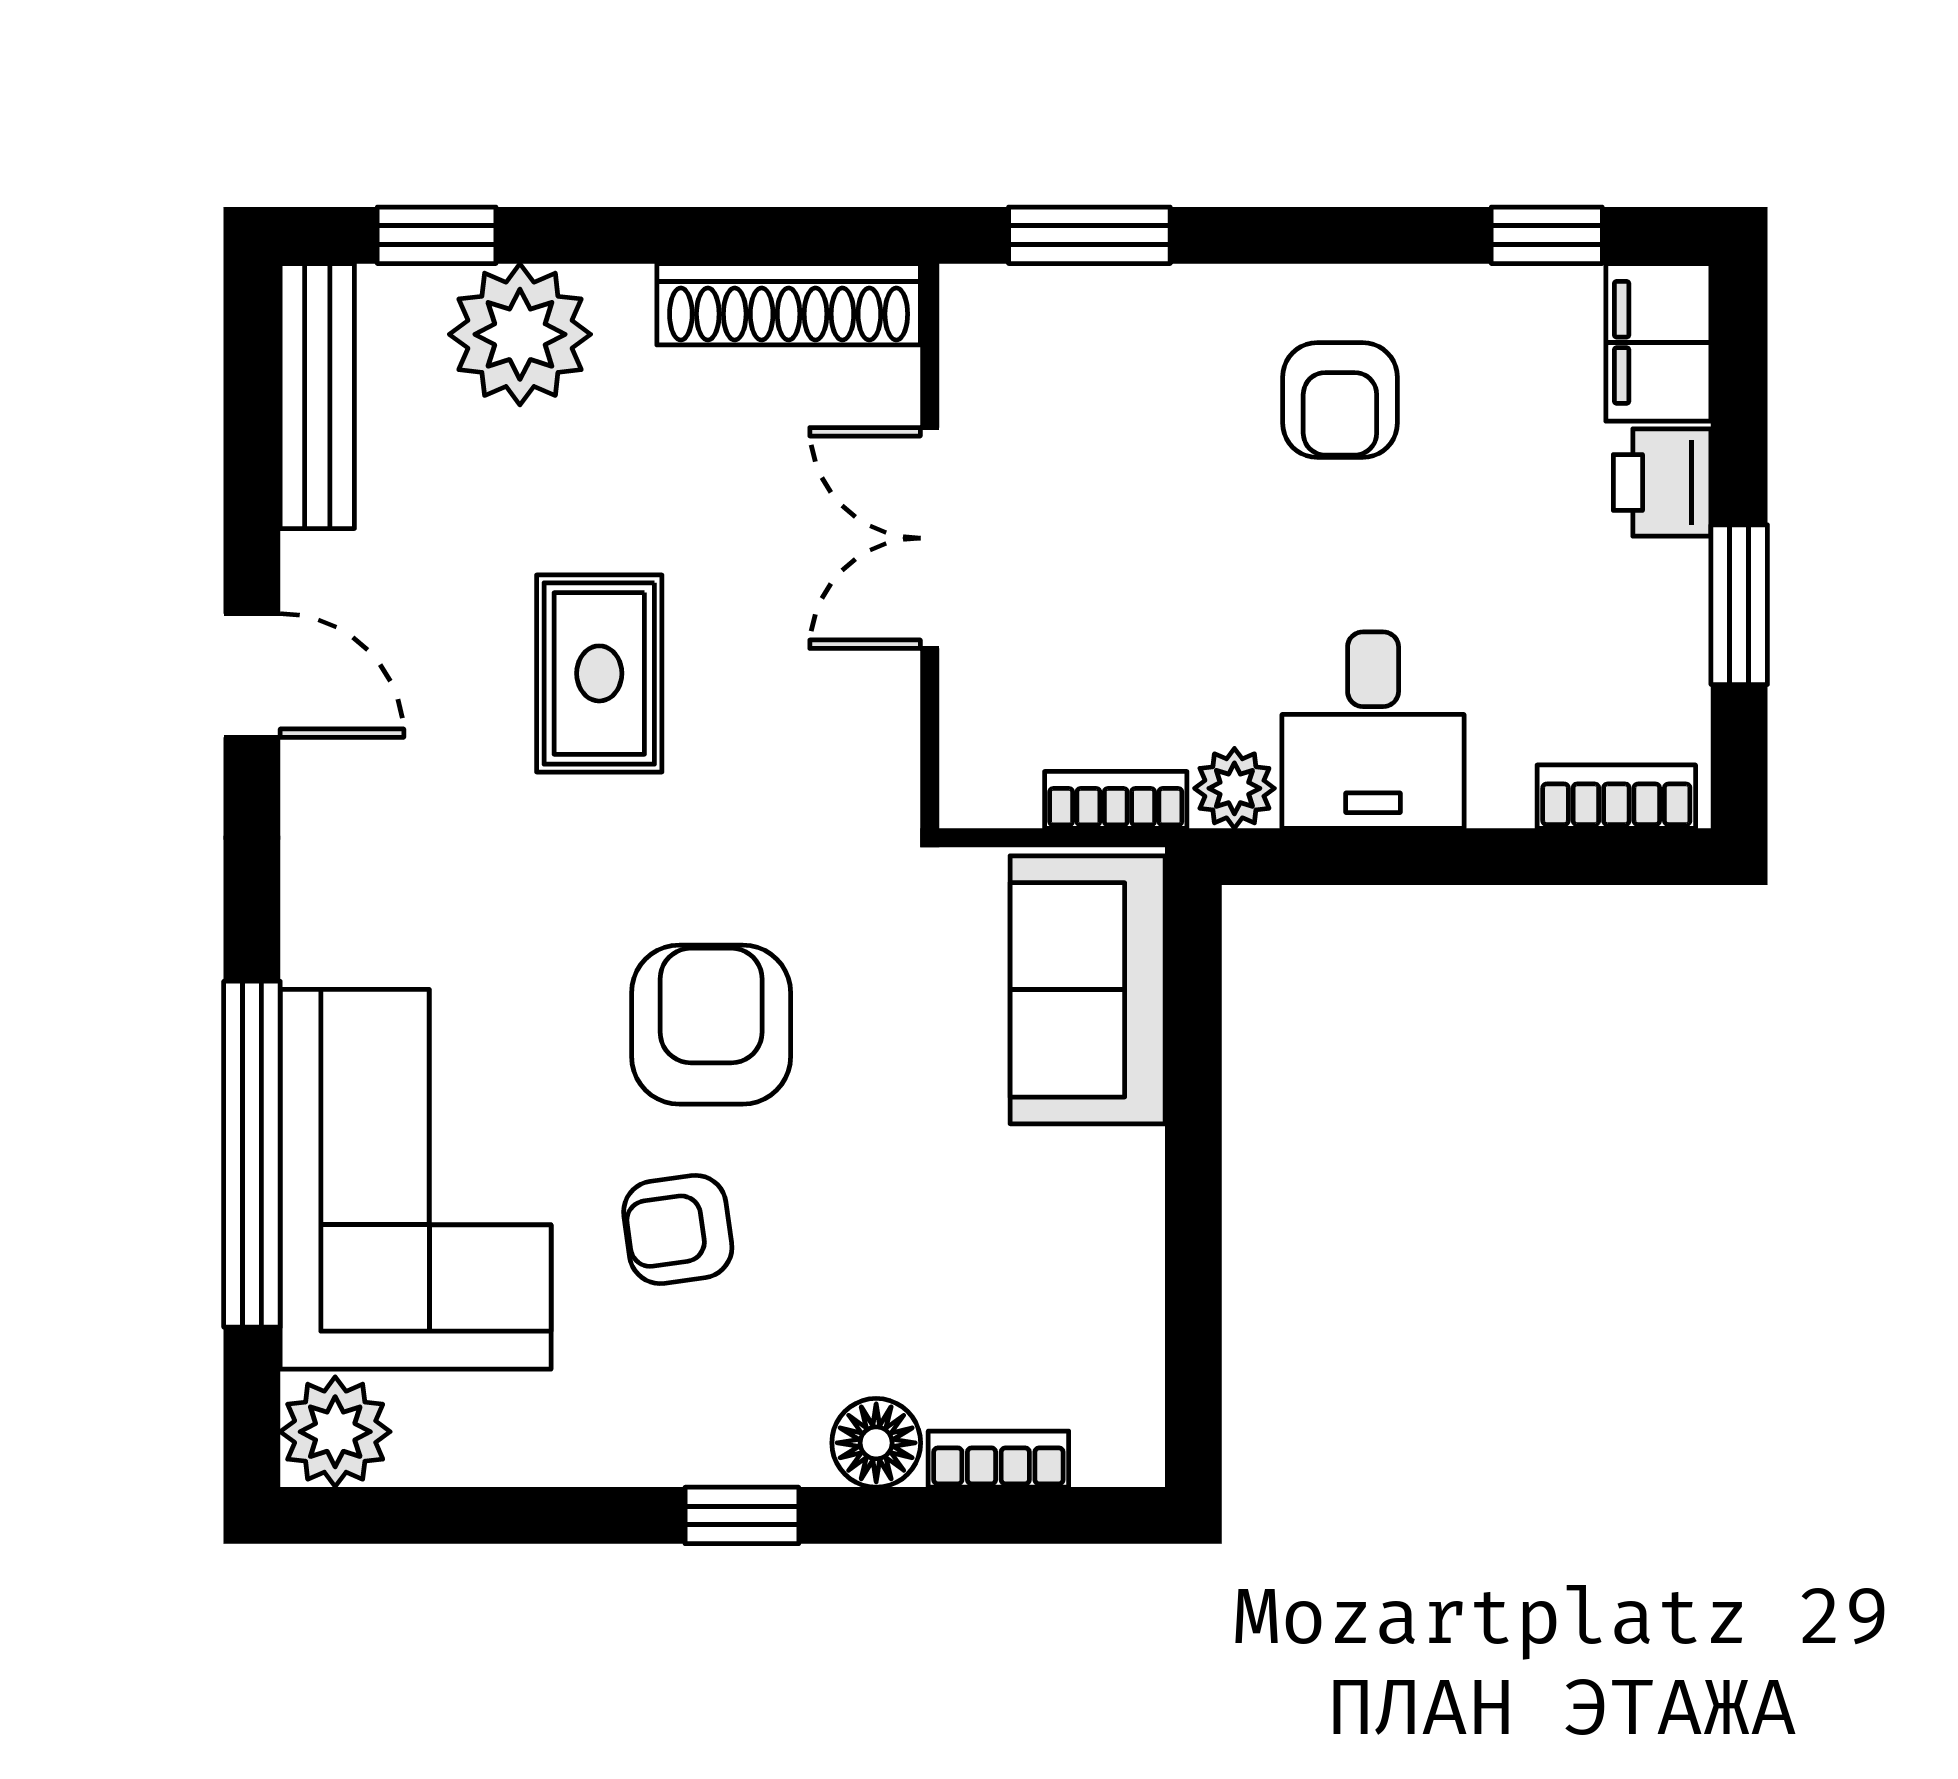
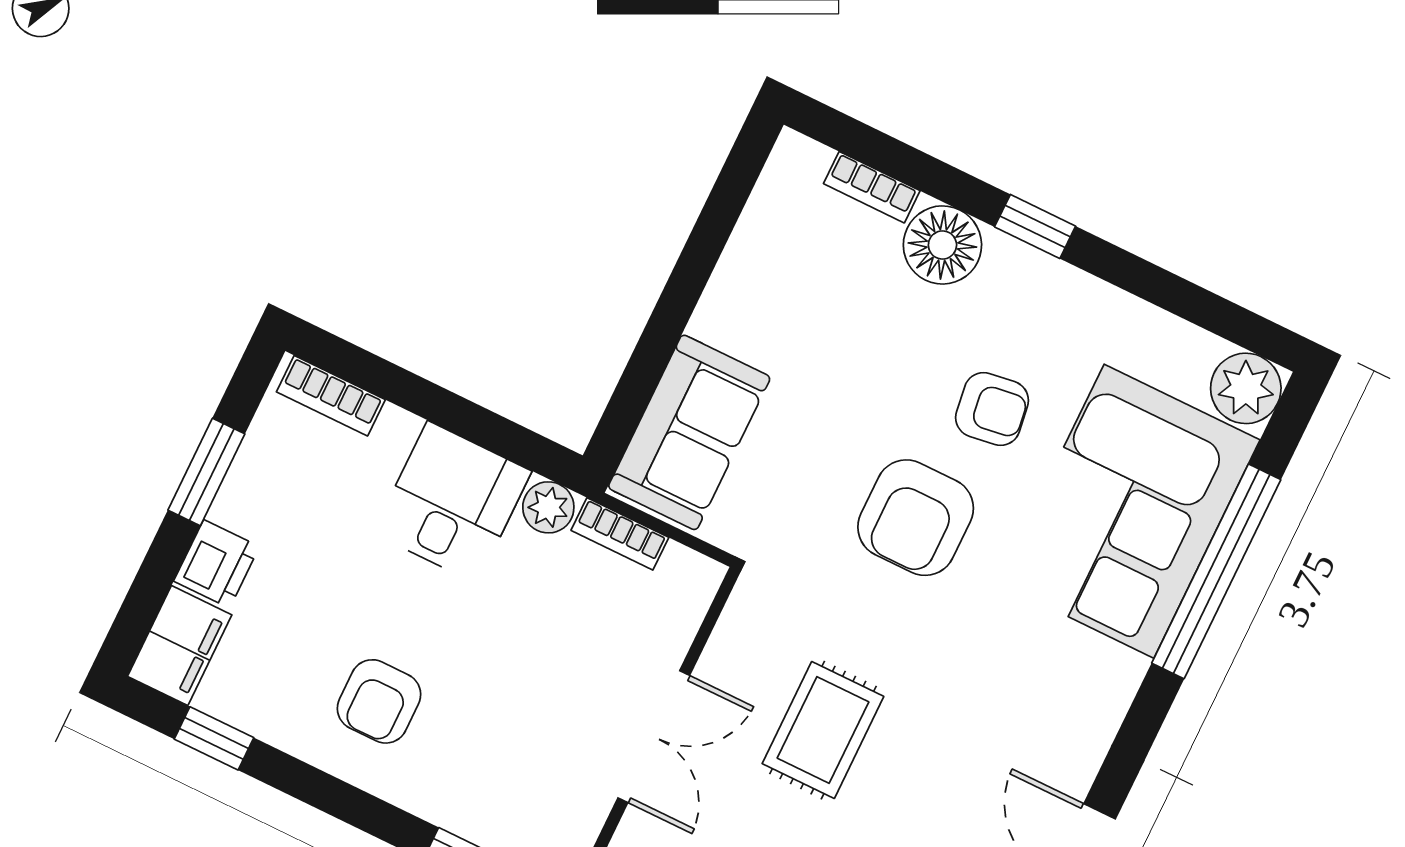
armchair: (1340, 400) -> (379, 701), turned 180
rug: (599, 673) -> (823, 730), moved
floor lamp: (876, 1443) -> (942, 245), width x1.38, depth x1.38

